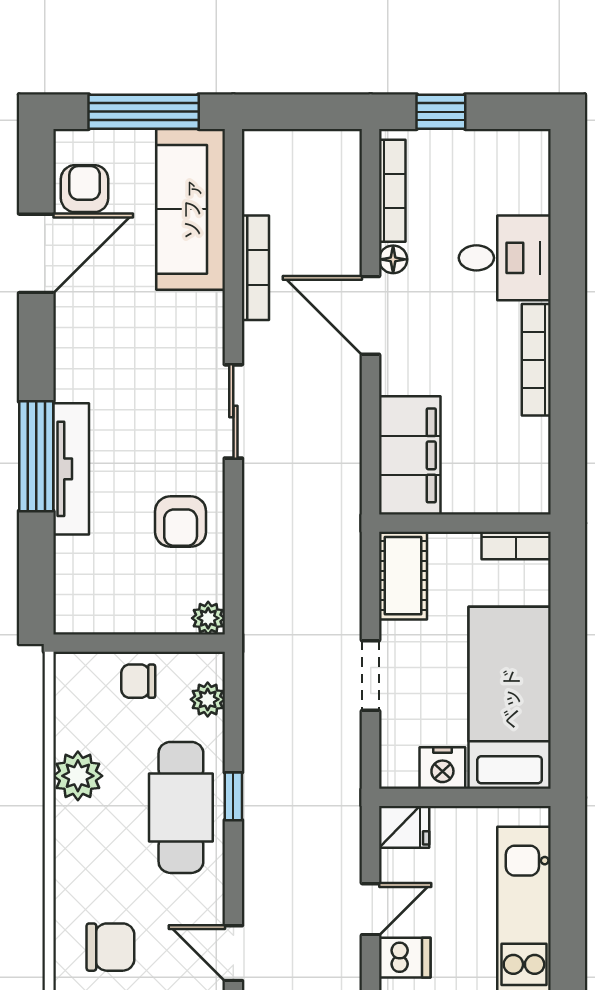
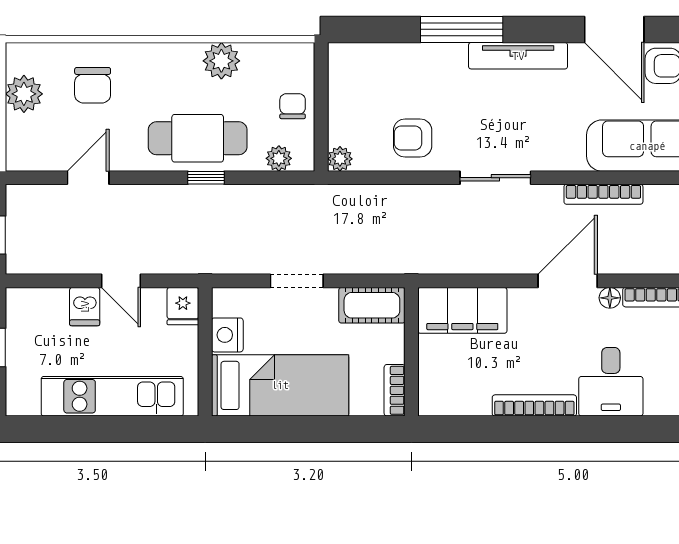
tv unit: (71, 469) -> (518, 56), moved

